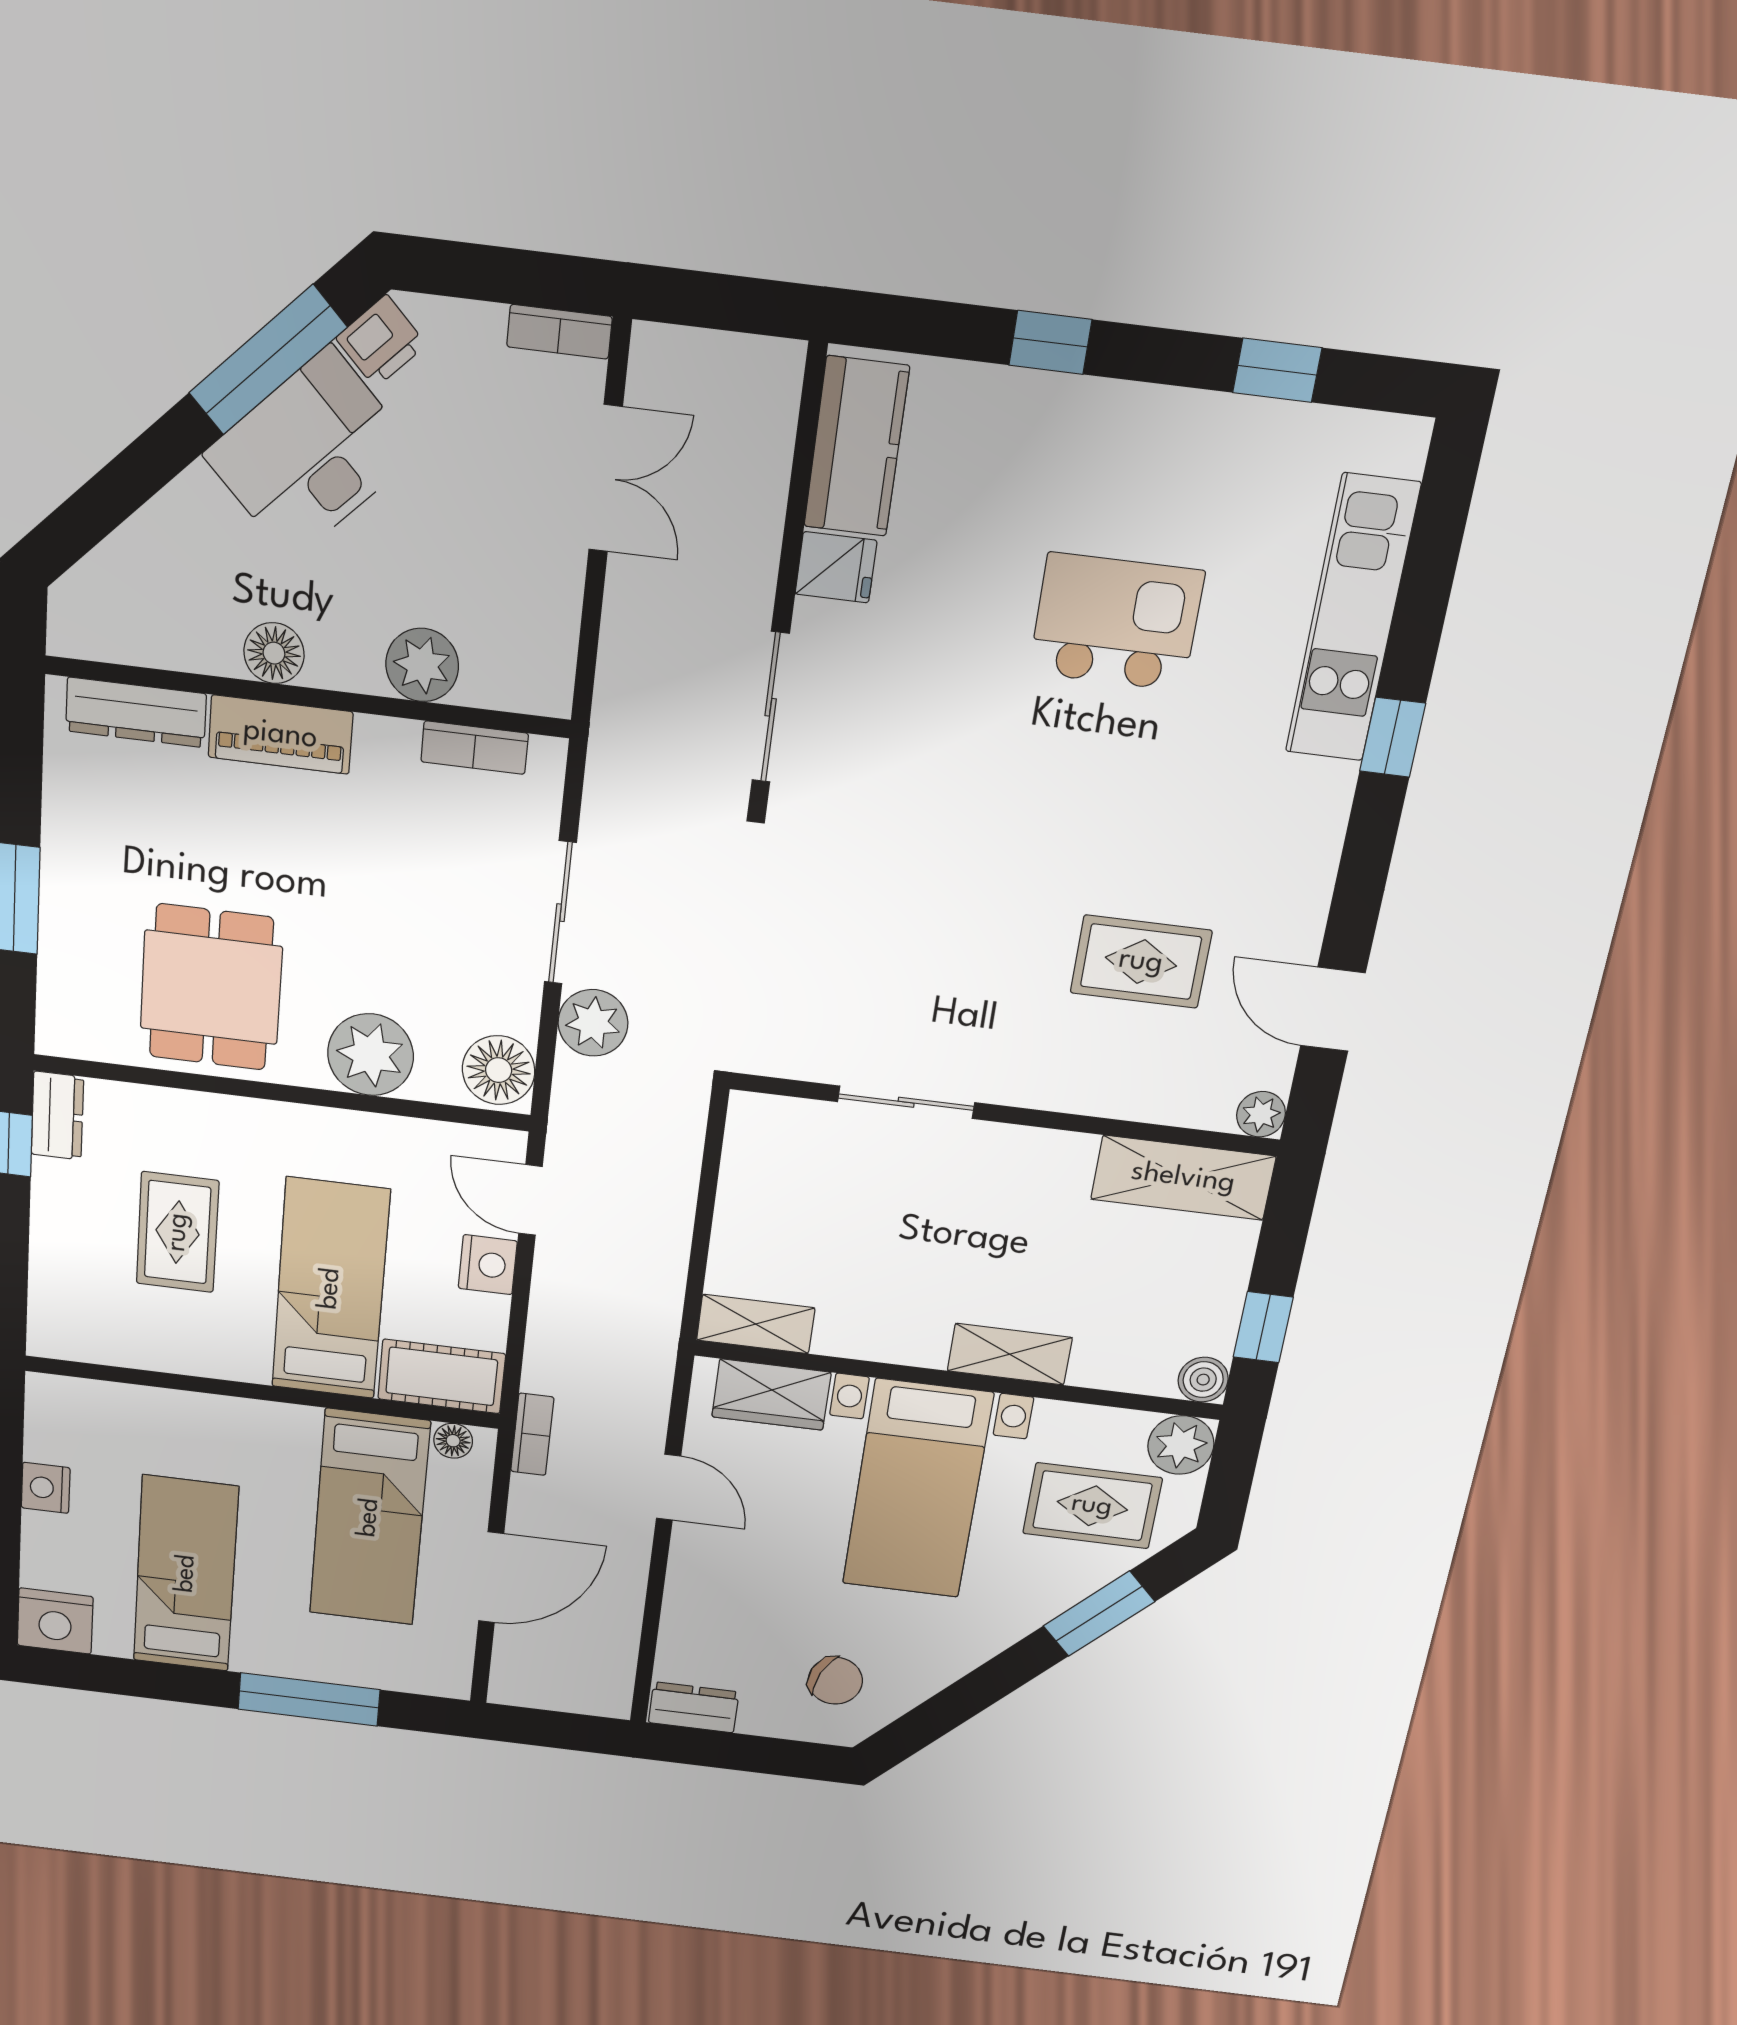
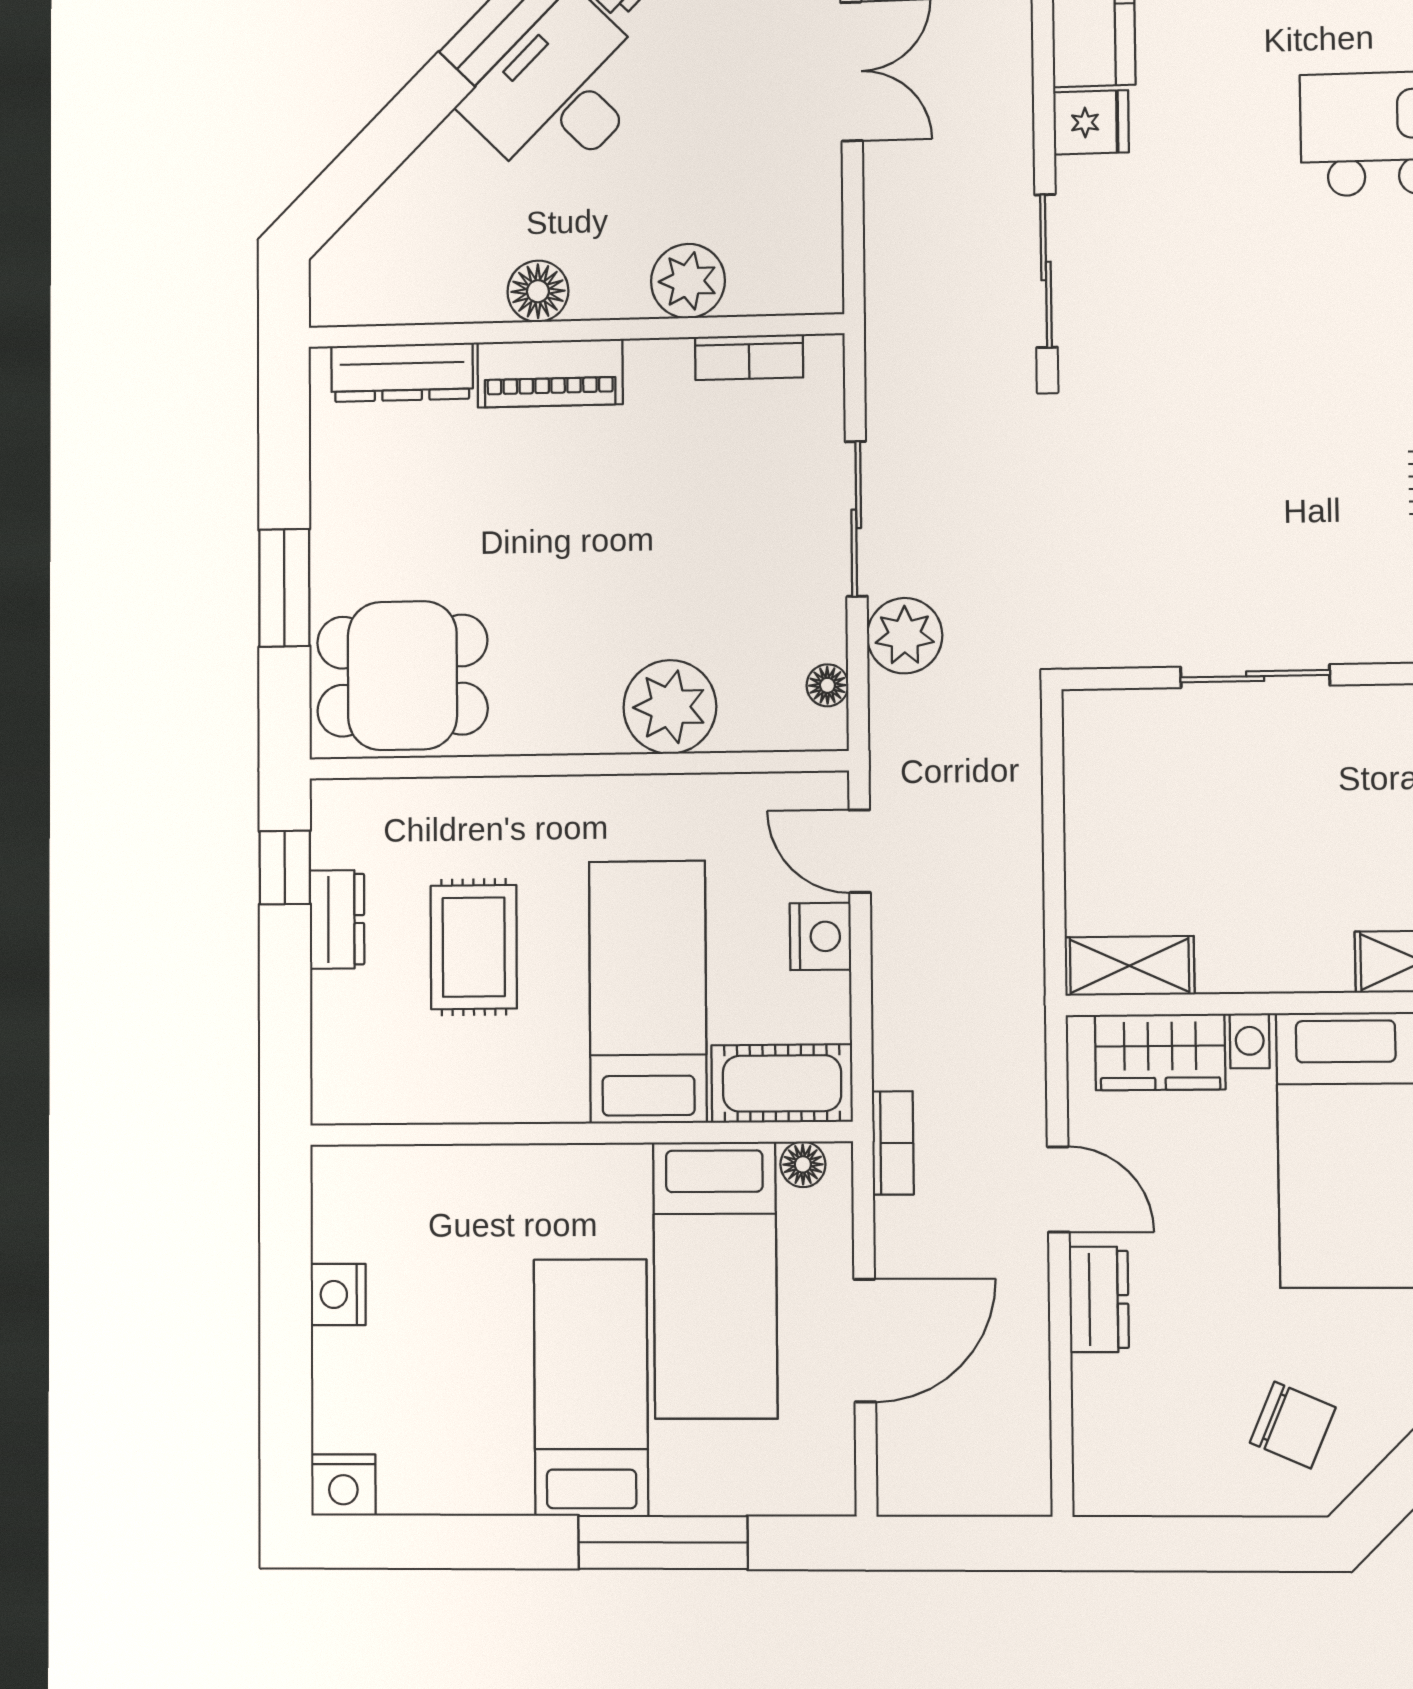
dining table: (211, 987) -> (402, 676), moved, turned 90
floor lamp: (499, 1070) -> (827, 685), width x0.53, depth x0.53
dresser: (57, 1116) -> (337, 919), moved
bed: (186, 1574) -> (591, 1388), moved
nightstand: (55, 1621) -> (343, 1485), width x0.74, depth x0.75
dresser: (694, 1707) -> (1099, 1299), moved, turned 90

